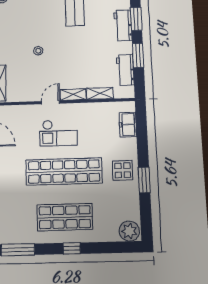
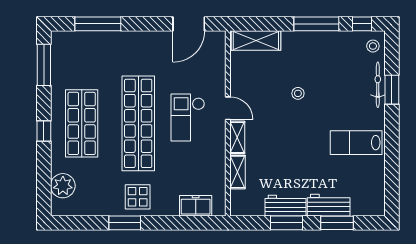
workbench: (125, 70) -> (285, 206), moved
plant: (129, 231) -> (63, 186), moved

